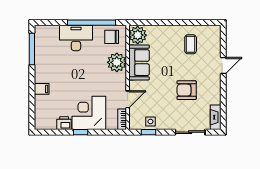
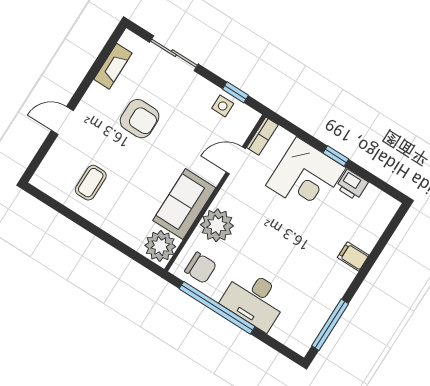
fireplace: (216, 117) -> (113, 66), moved

